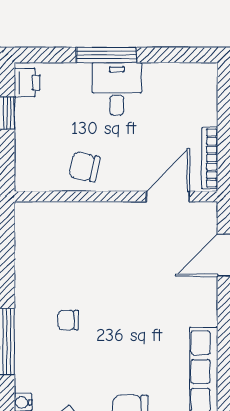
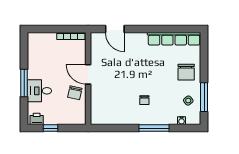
desk: (117, 89) -> (39, 91), moved
door: (168, 196) -> (88, 74), moved

